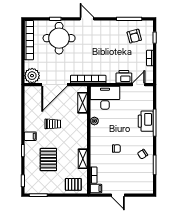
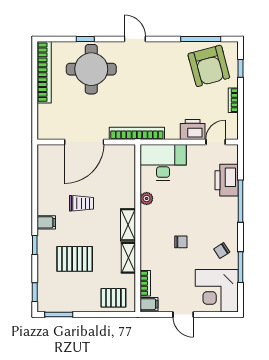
armchair: (134, 36) -> (209, 66), width x1.88, depth x1.88
plant: (32, 76) -> (49, 128), removed
shelving: (83, 103) -> (128, 225), moved
printer: (146, 121) -> (227, 180), moved
pallet: (48, 160) -> (75, 259), turned 90
corner desk: (139, 180) -> (217, 291), added

